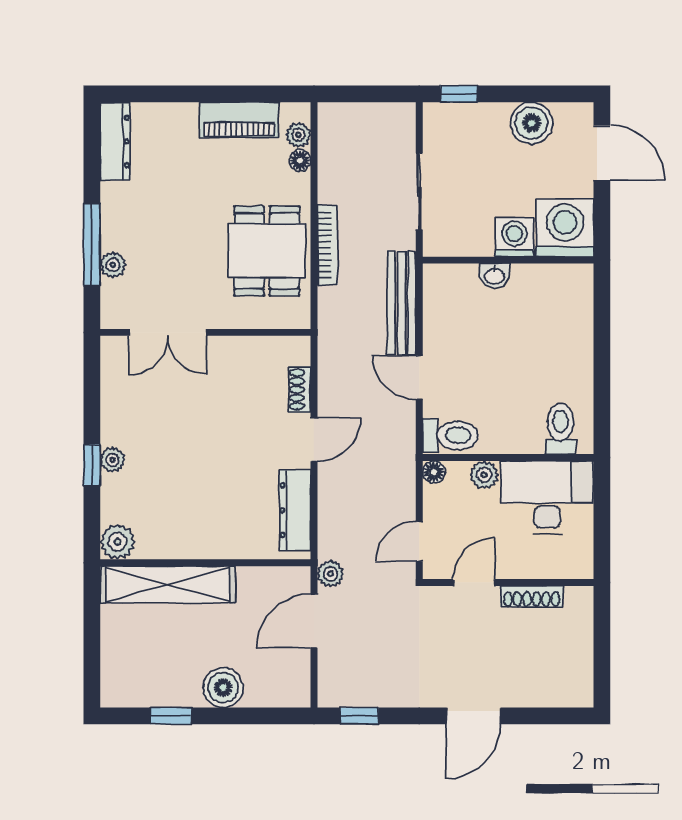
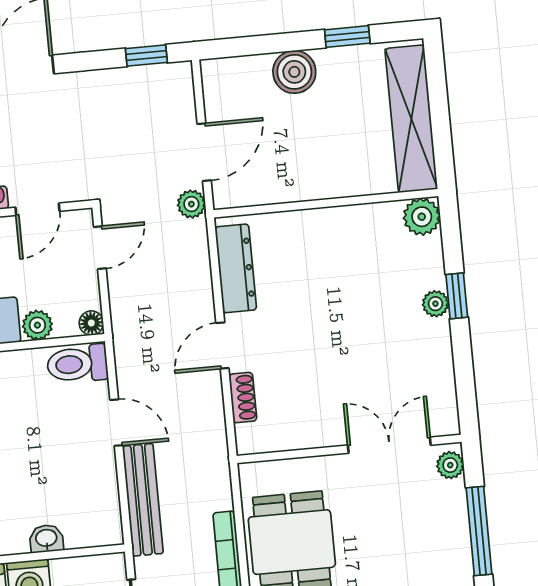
plant: (113, 265) -> (450, 465), moved
shelving: (168, 584) -> (411, 119), moved, turned 90

